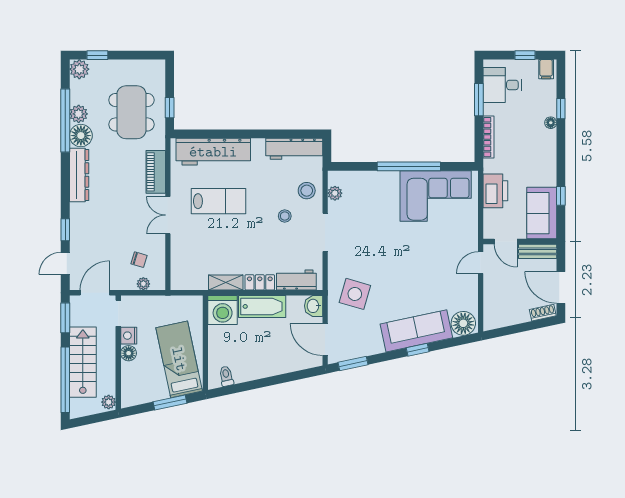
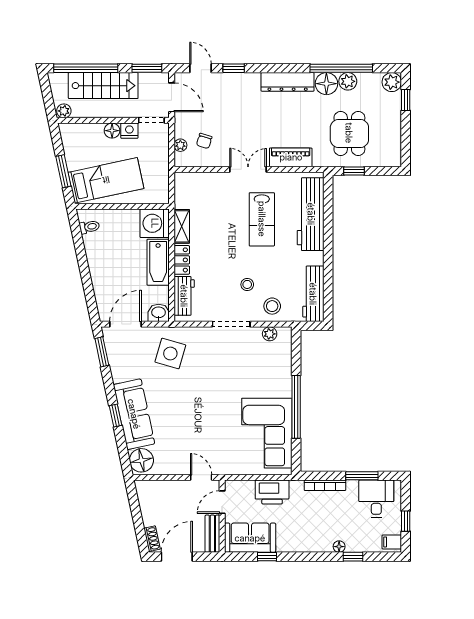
dining table: (131, 112) -> (349, 133), width x0.73

